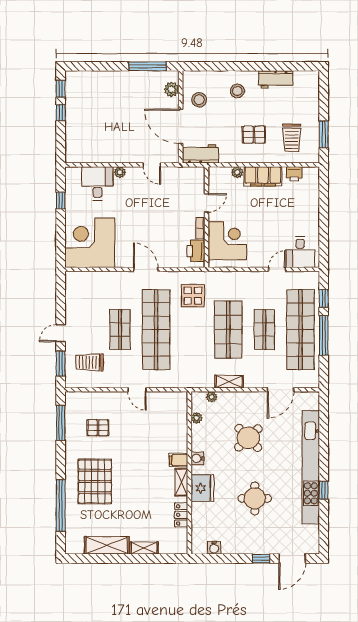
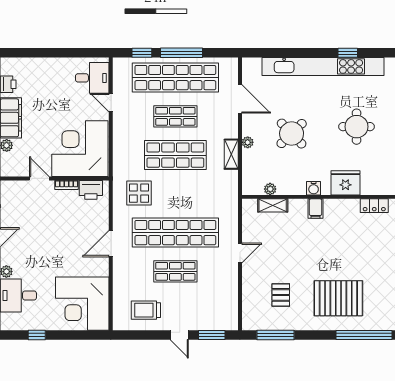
corner desk: (227, 241) -> (80, 149), width x1.36, depth x1.36
trolley: (89, 362) -> (146, 310), moved, turned 90
plant: (212, 397) -> (248, 142), moved
shelving: (181, 482) -> (273, 205), moved

